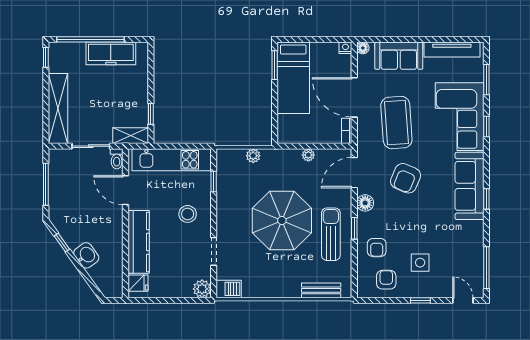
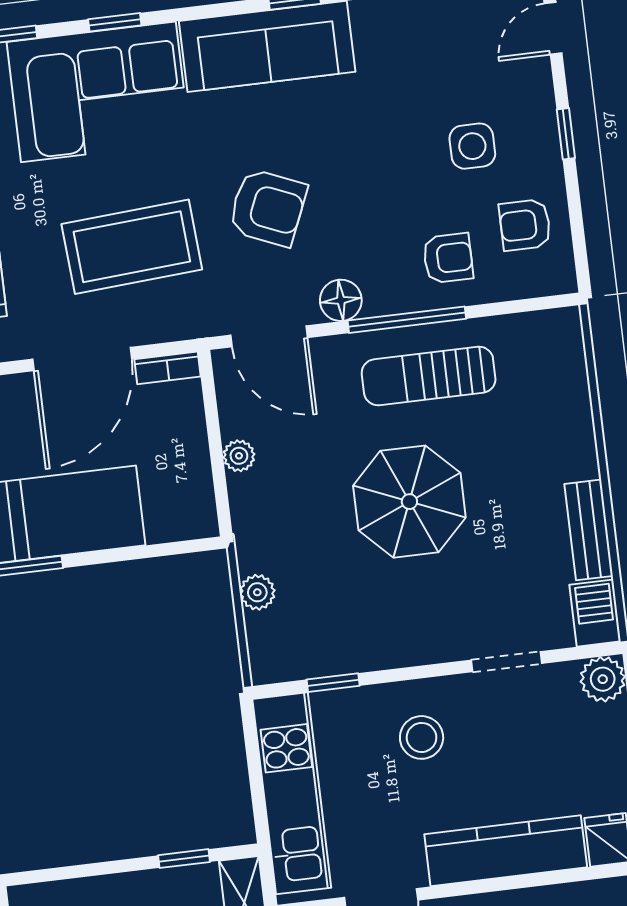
parasol: (282, 221) -> (409, 502), width x0.73, depth x0.73
window: (354, 228) -> (407, 320), width x2.17
bench: (321, 290) -> (589, 530), moved

